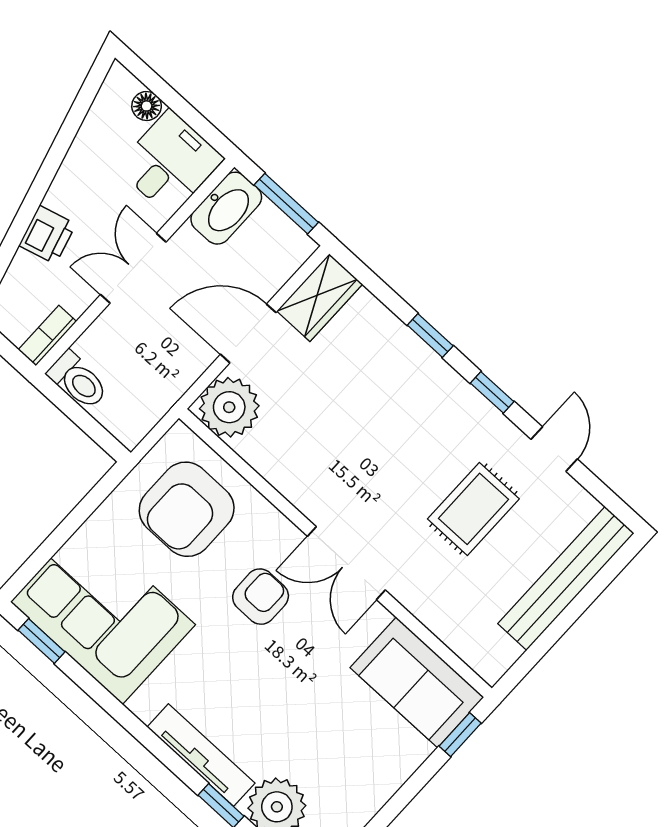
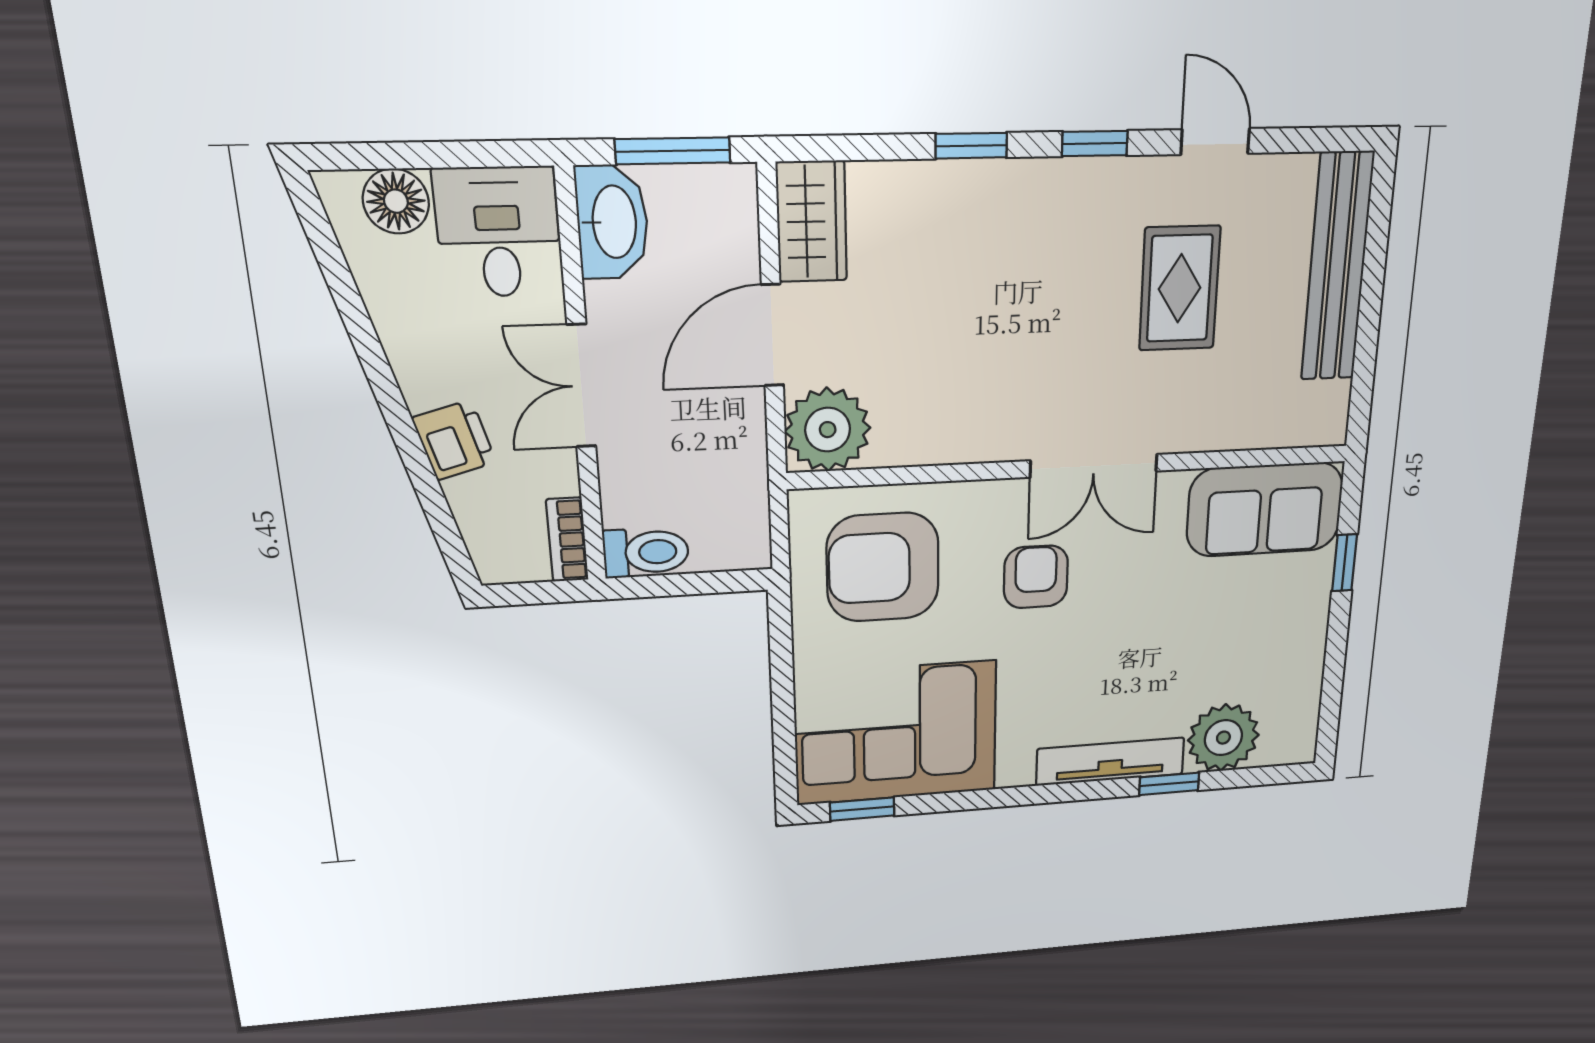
floor lamp: (147, 106) -> (396, 201), width x1.37, depth x1.37
armchair: (187, 509) -> (883, 567), turned 90
window: (460, 735) -> (1344, 563), moved

